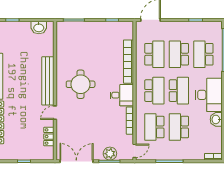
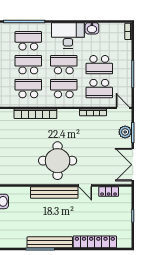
school desk: (179, 54) -> (28, 65), turned 180
school desk: (203, 54) -> (28, 41), turned 180
round table: (81, 84) -> (58, 161), width x1.36, depth x1.36
desk: (122, 95) -> (68, 120), removed

